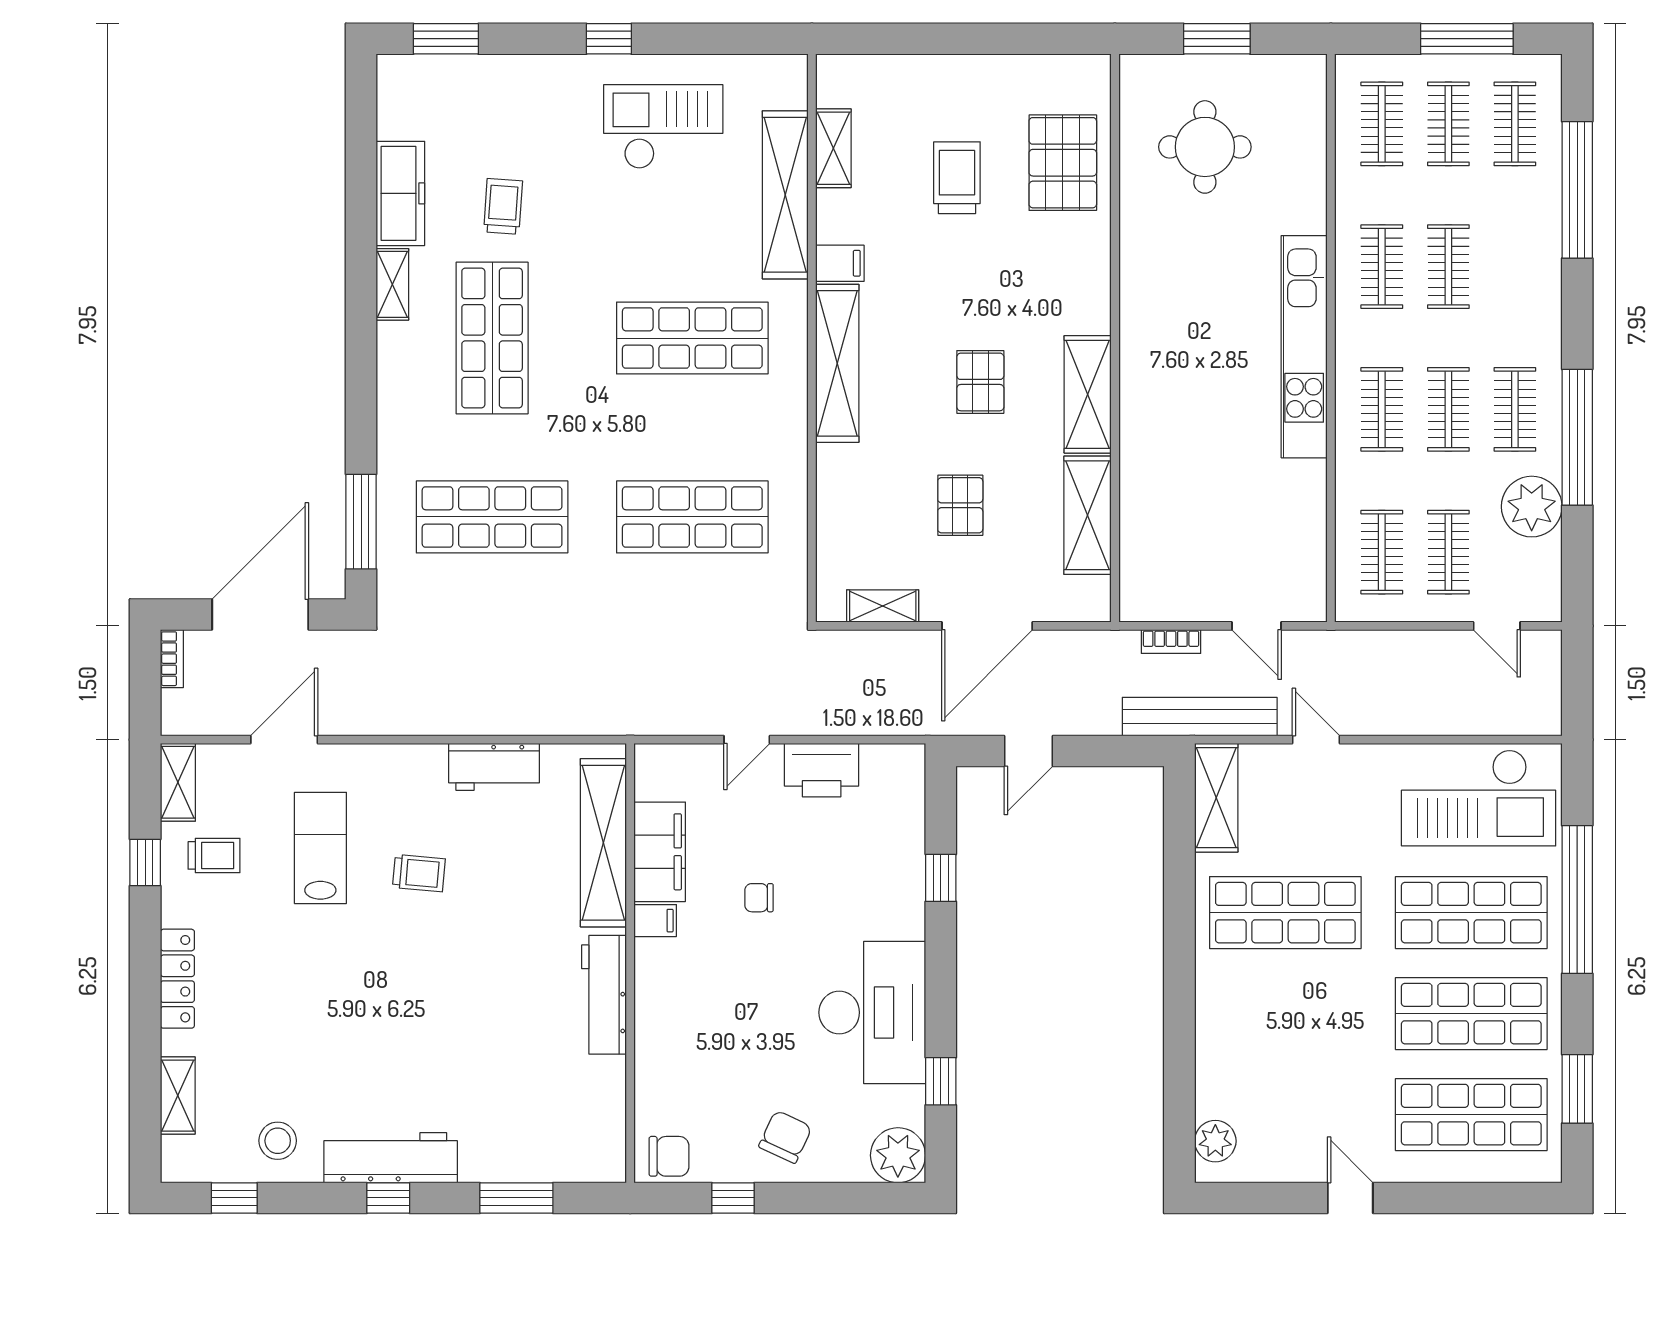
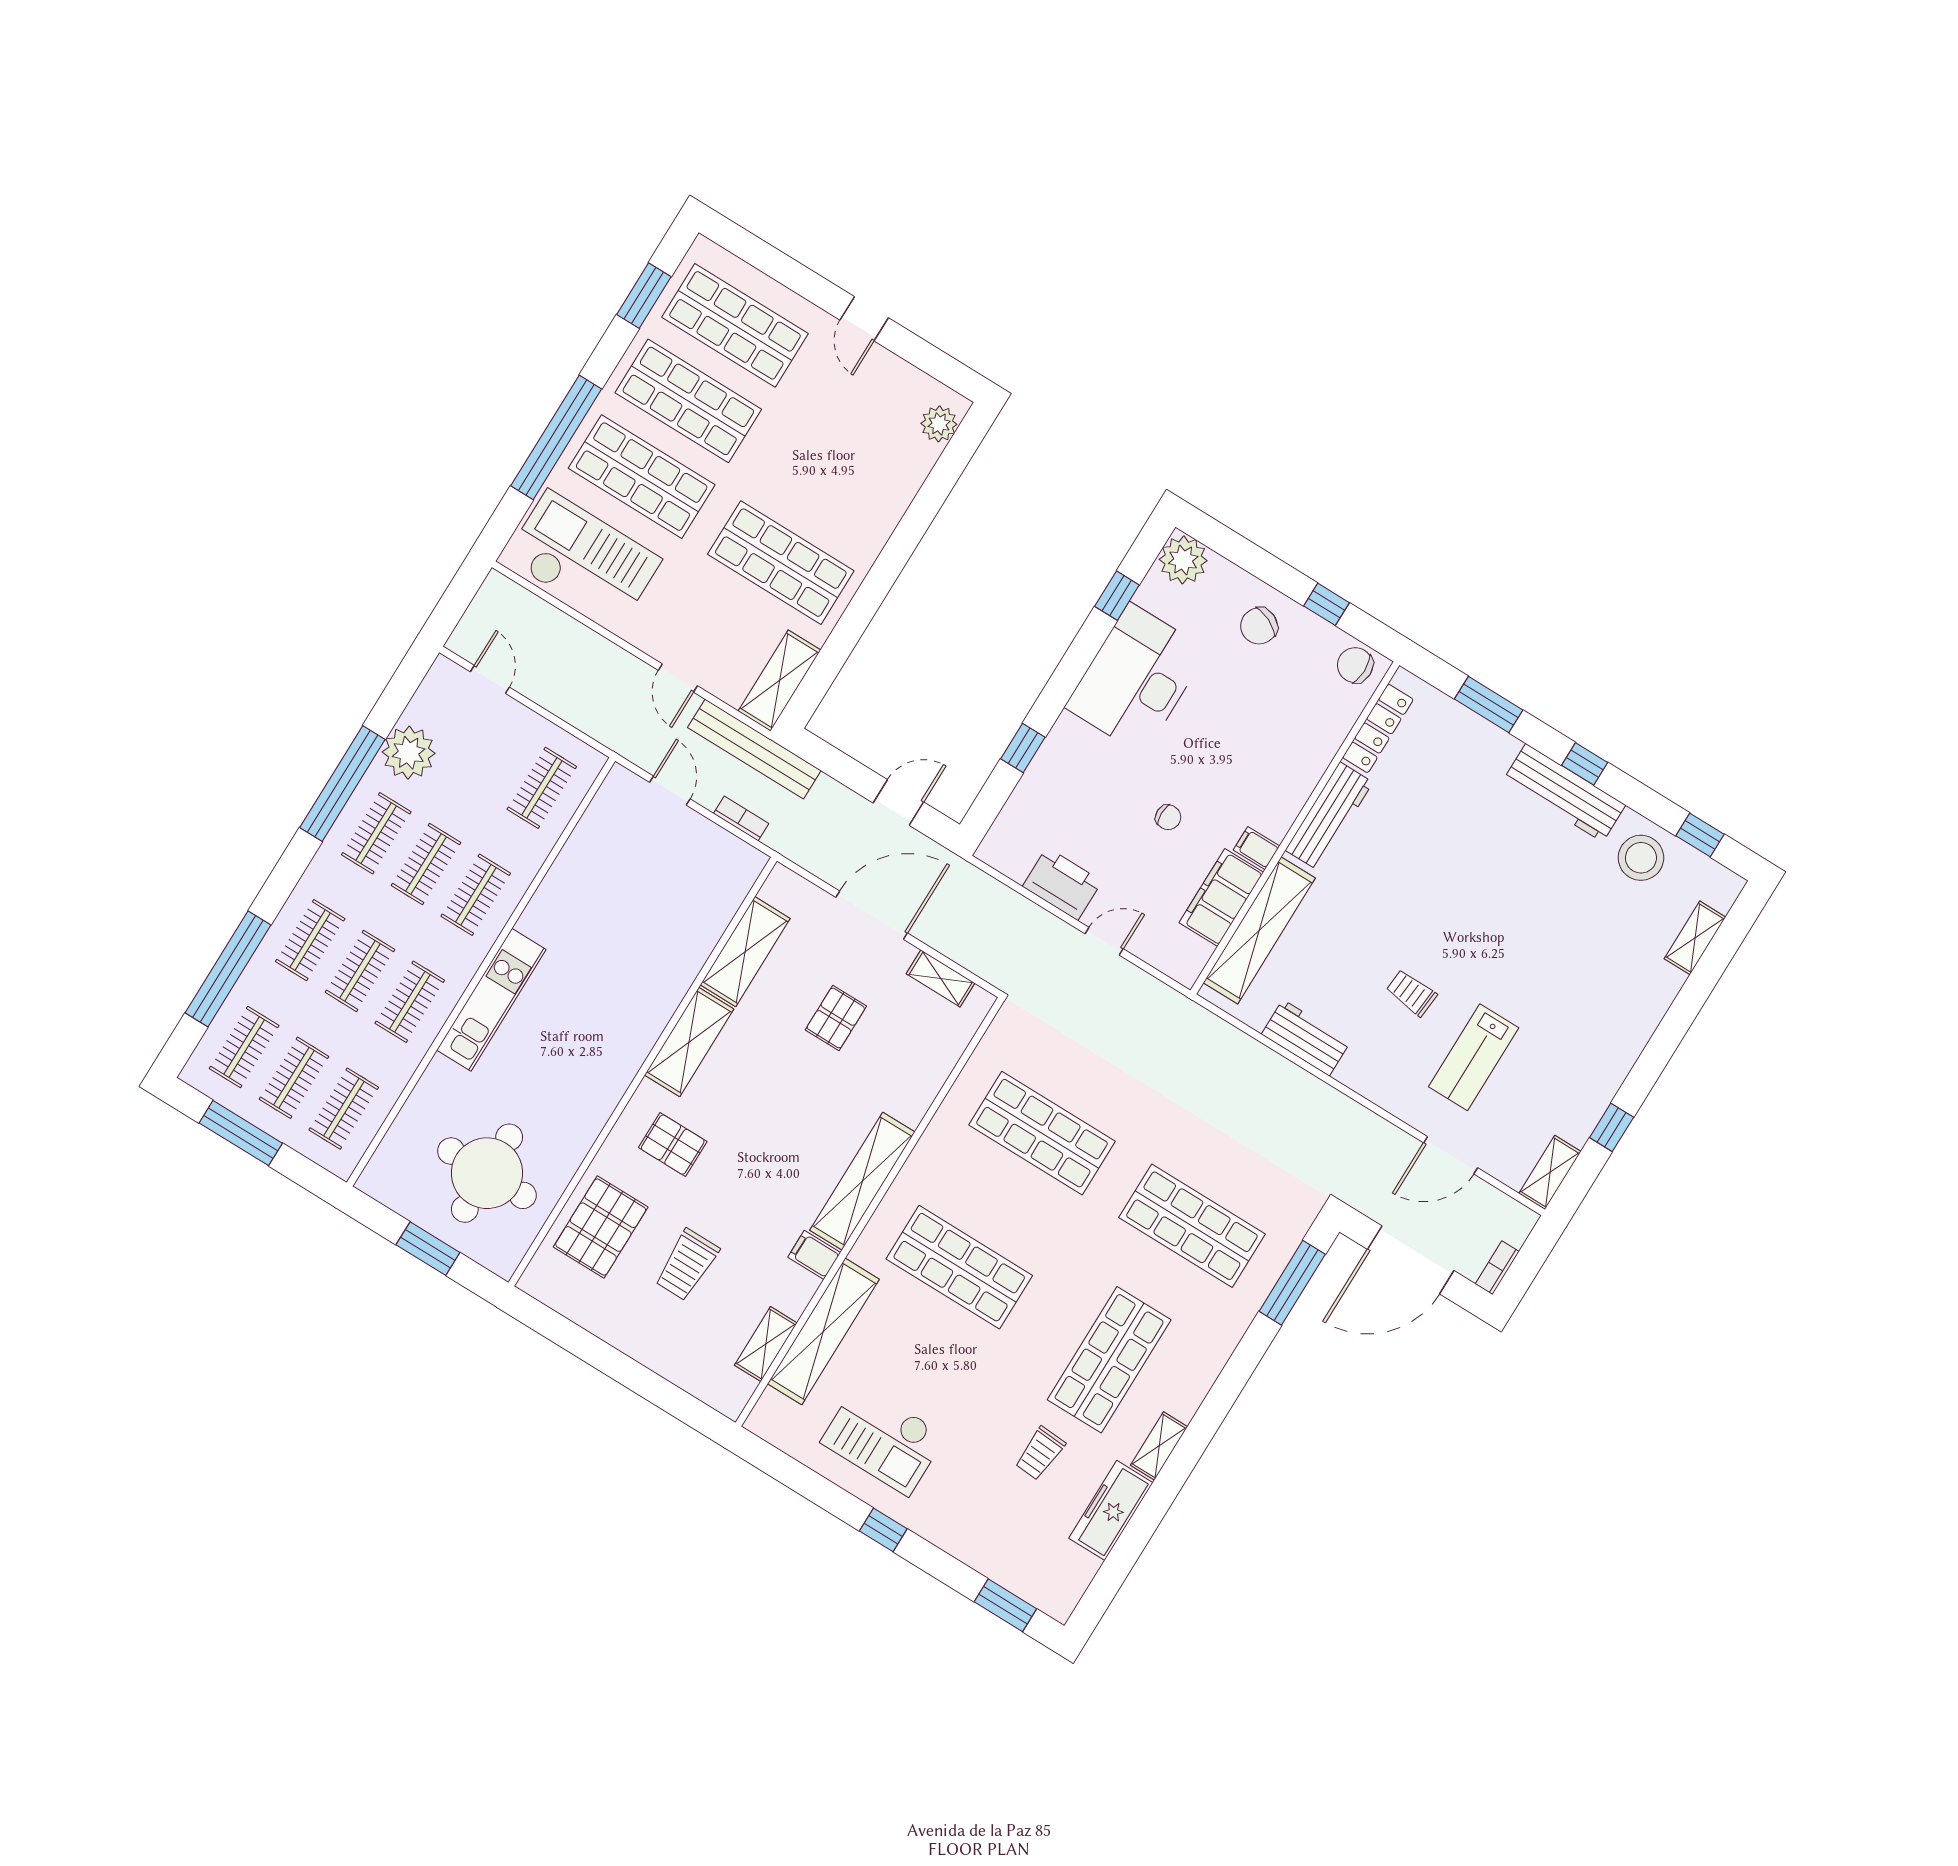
round table: (1205, 147) -> (487, 1173), width x1.36, depth x1.36
kitchen unit: (1304, 347) -> (491, 1000), width x0.73
pallet: (980, 382) -> (673, 1145), moved, turned 90
clothes rail: (1448, 552) -> (310, 940), moved
trolley: (214, 855) -> (1557, 1101), removed
locker: (177, 979) -> (1378, 728), moved, turned 180
stool: (278, 1141) -> (1641, 858), width x1.38, depth x1.38

